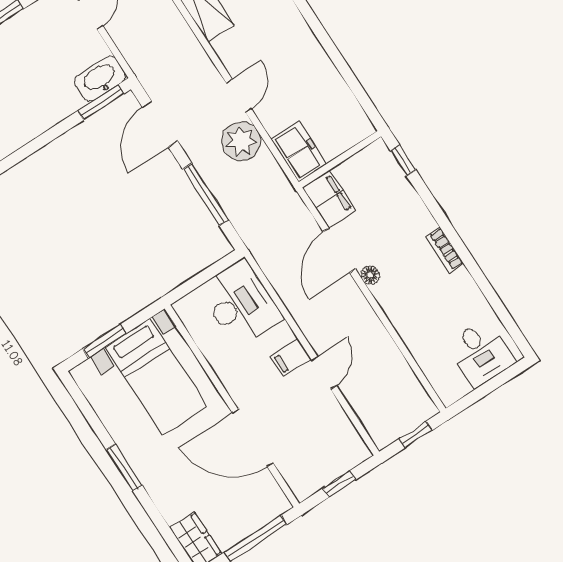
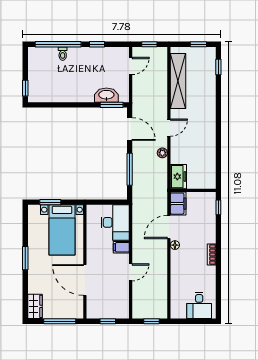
washbasin: (100, 79) -> (106, 95), moved
door: (239, 96) -> (169, 128), moved
door: (160, 124) -> (130, 129), swing flipped
plant: (241, 141) -> (162, 153), width x0.53, depth x0.53
filing cabinet: (291, 358) -> (121, 247), moved

